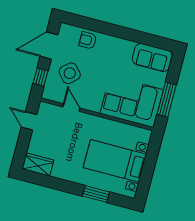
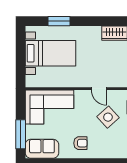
armchair: (88, 40) -> (80, 143), moved
window: (167, 100) -> (21, 134), moved

